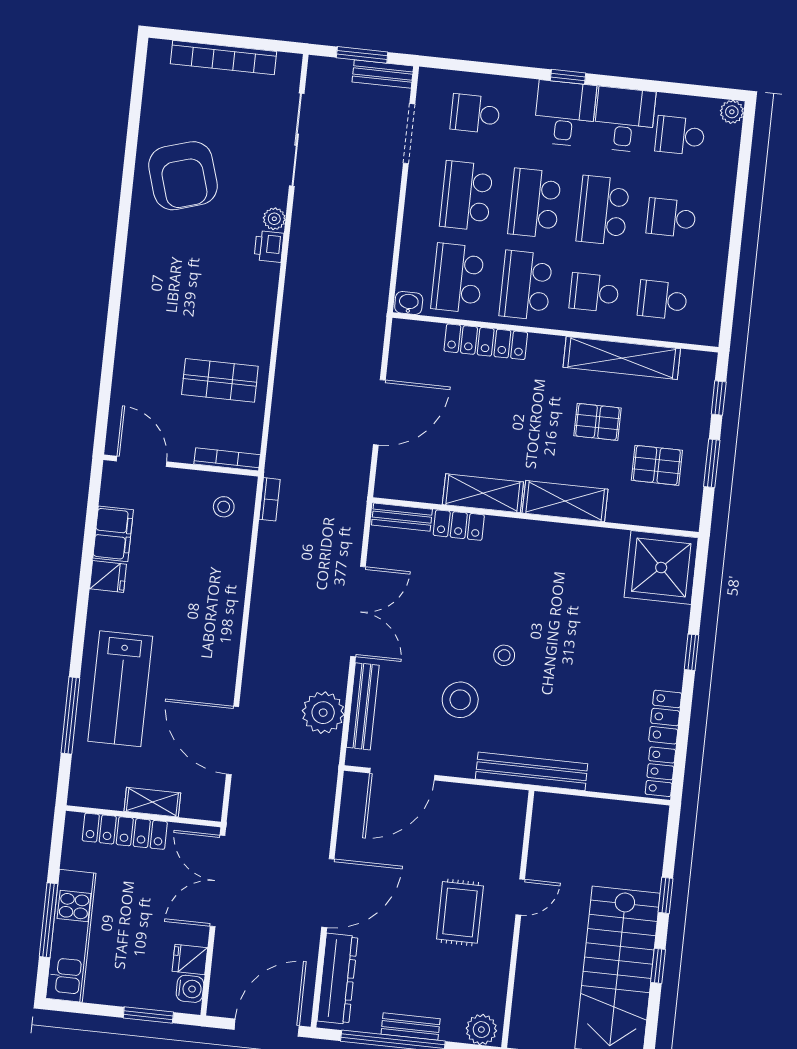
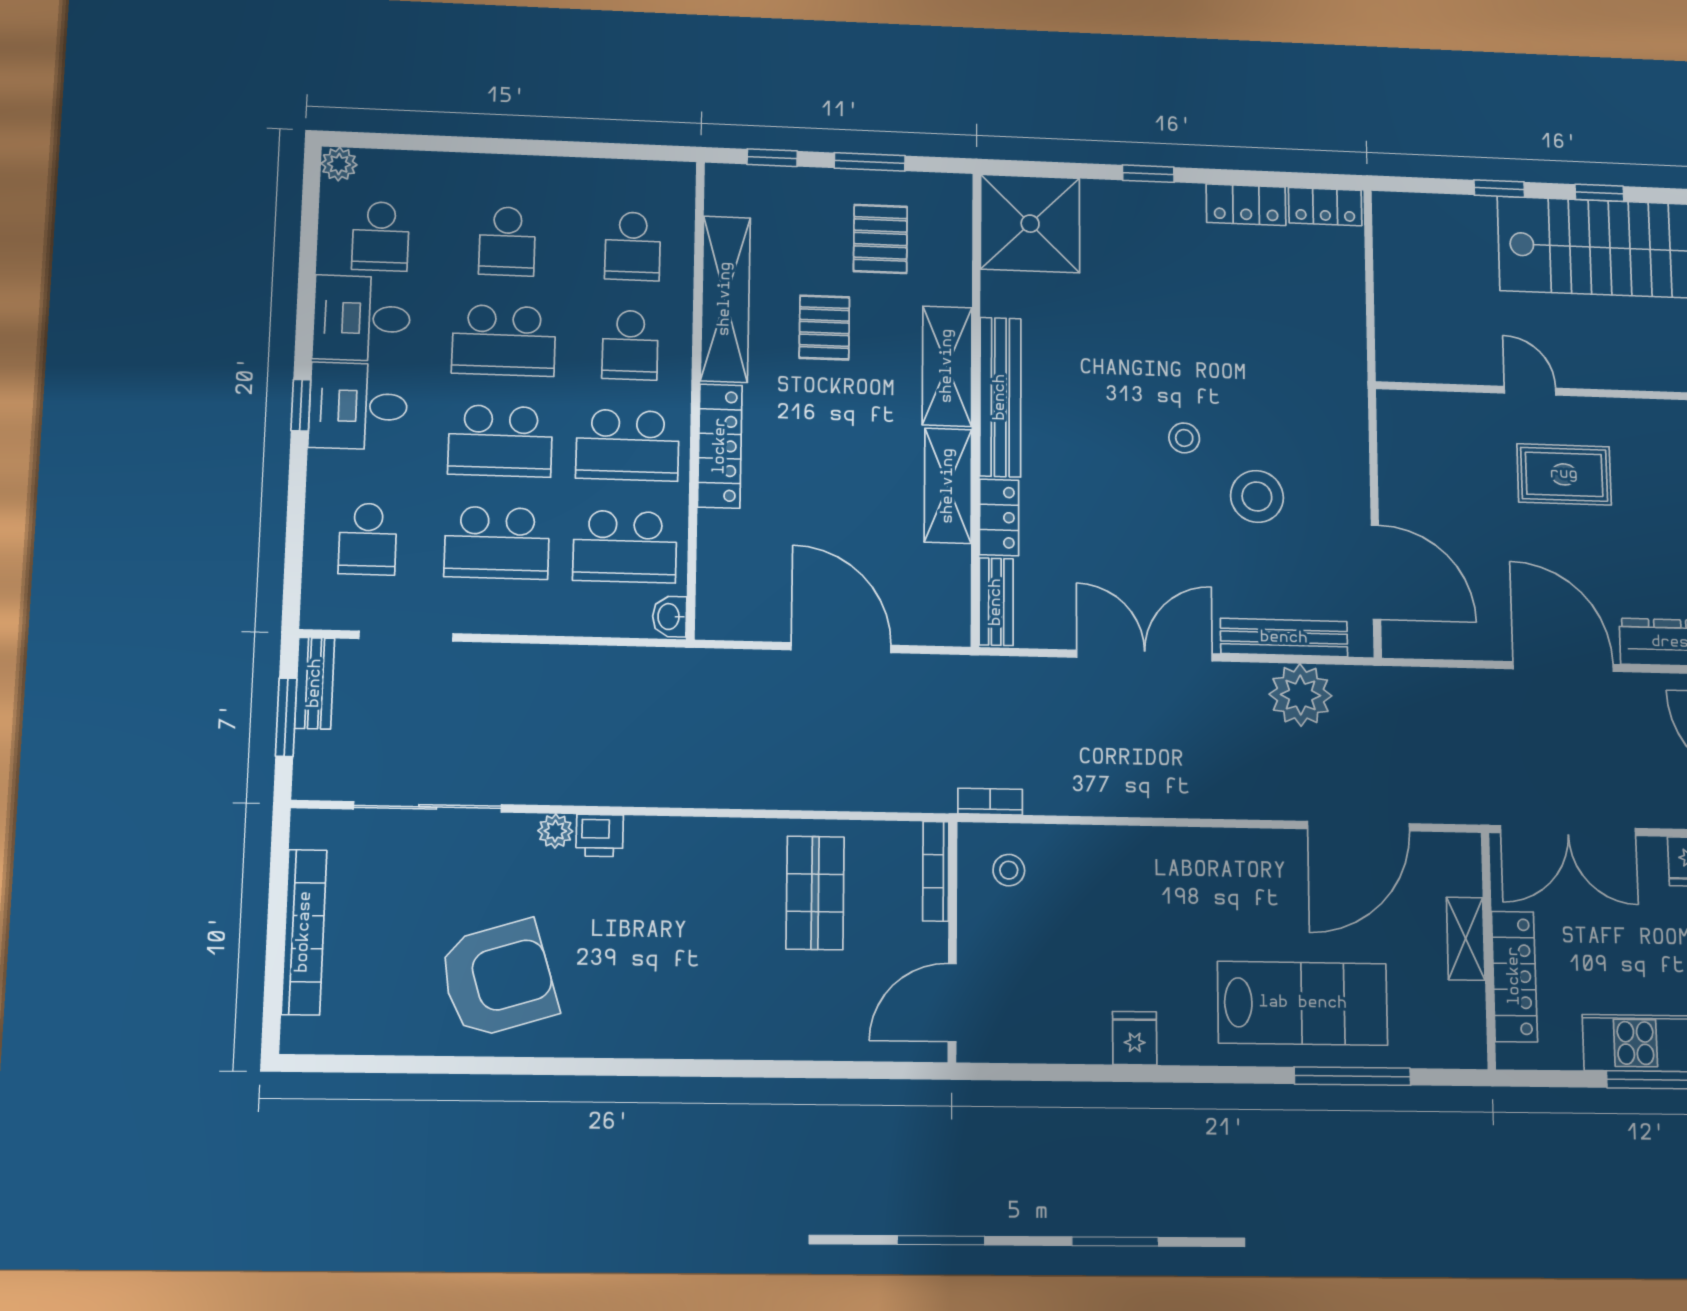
locker: (486, 342) -> (720, 446), moved
filing cabinet: (113, 534) -> (1069, 1036), removed
bench: (532, 771) -> (1000, 397), moved

